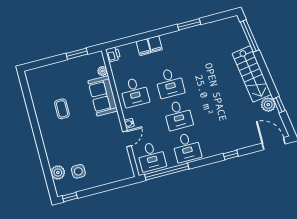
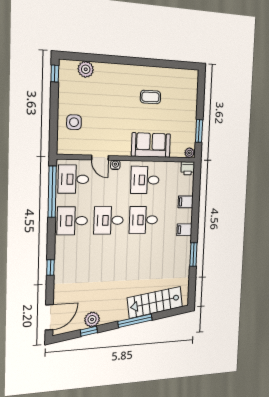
window: (250, 36) -> (135, 321), moved
filing cabinet: (155, 44) -> (184, 230), moved
plant: (102, 71) -> (189, 153), moved
stairs: (252, 74) -> (155, 302), moved
side table: (78, 171) -> (74, 122), moved

